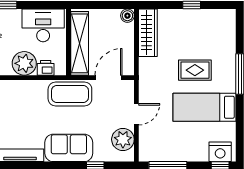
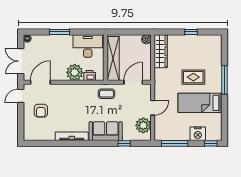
coffee table: (70, 94) -> (106, 94), width x0.54, depth x0.58
nightstand: (220, 152) -> (198, 134), moved

